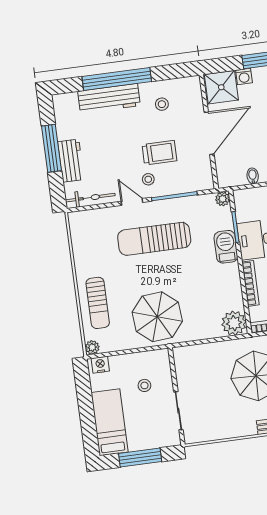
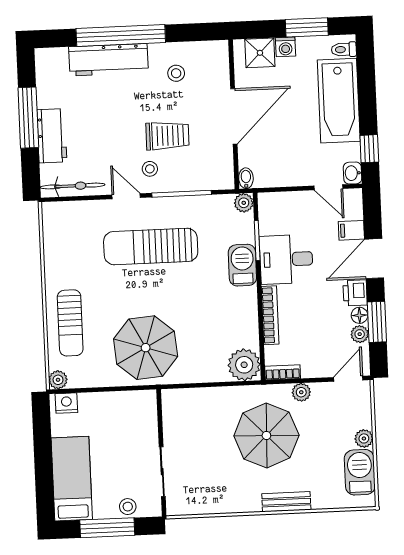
shower: (221, 87) -> (260, 53), width x0.73, depth x0.73
bidet: (253, 176) -> (246, 178), moved
stool: (144, 385) -> (128, 507), moved

